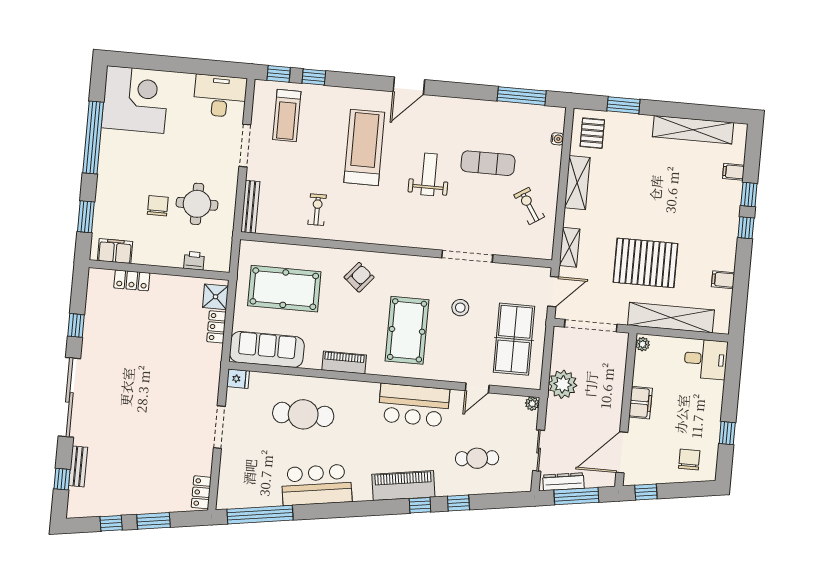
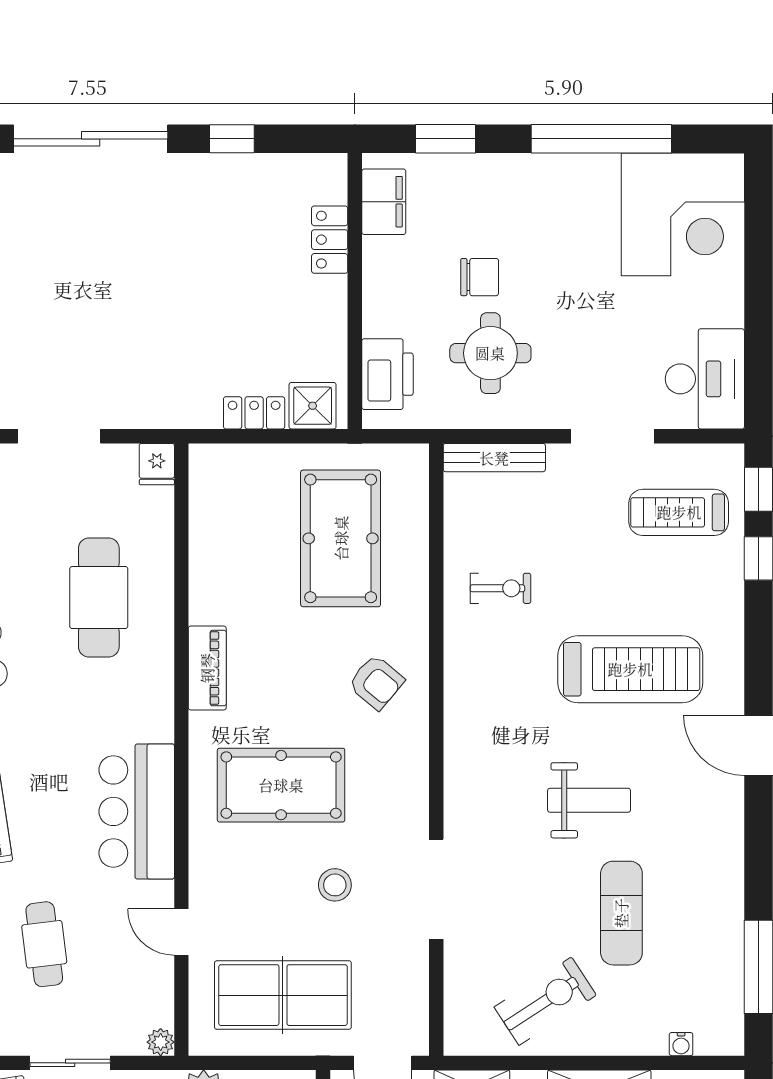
exercise bike: (529, 206) -> (545, 1001), width x1.38, depth x1.39
printer: (194, 261) -> (387, 374), width x1.87, depth x1.48
sofa: (267, 349) -> (219, 515), removed

